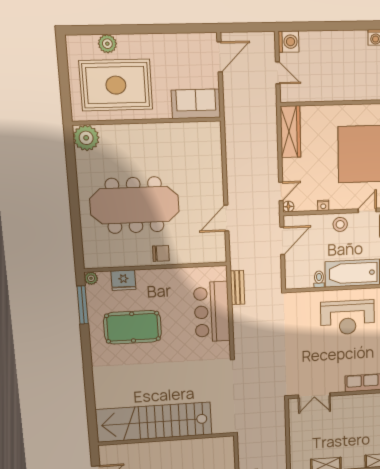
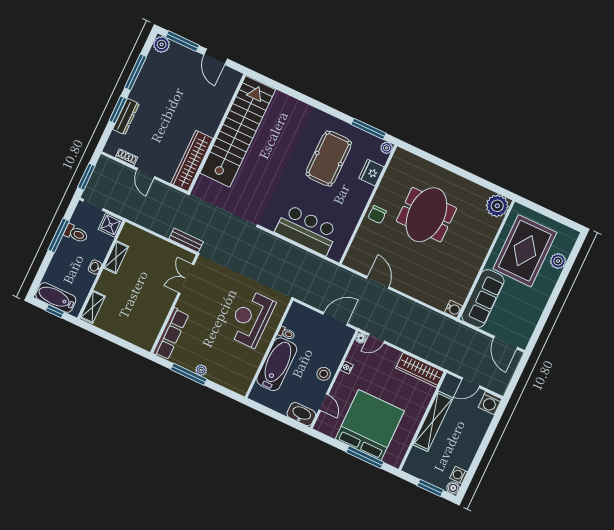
shelving: (335, 92) -> (433, 421), added
sofa: (196, 104) -> (483, 298), width x1.36
water cooler: (213, 129) -> (454, 309), added
door: (281, 191) -> (376, 338), hinge flipped
meeting table: (135, 205) -> (426, 215), width x0.73
door: (282, 241) -> (335, 319), swing flipped
bench: (237, 288) -> (186, 240), moved
reception desk: (348, 317) -> (251, 319), moved
wardrobe: (204, 447) -> (192, 161), added

